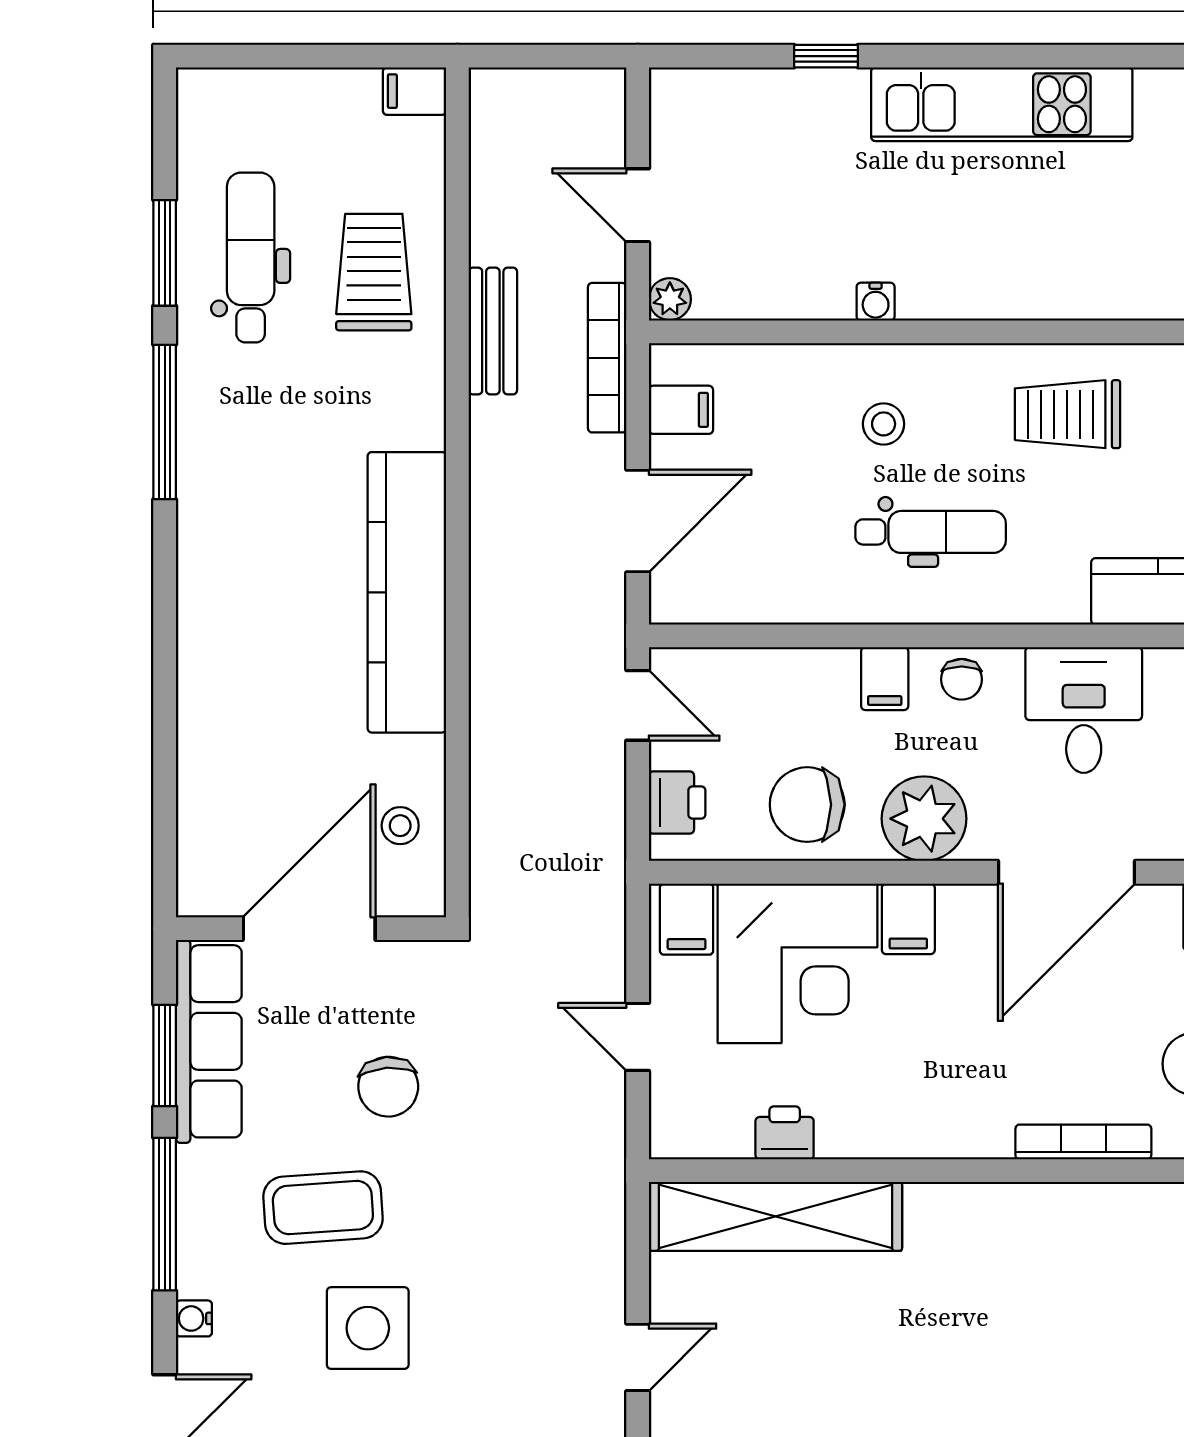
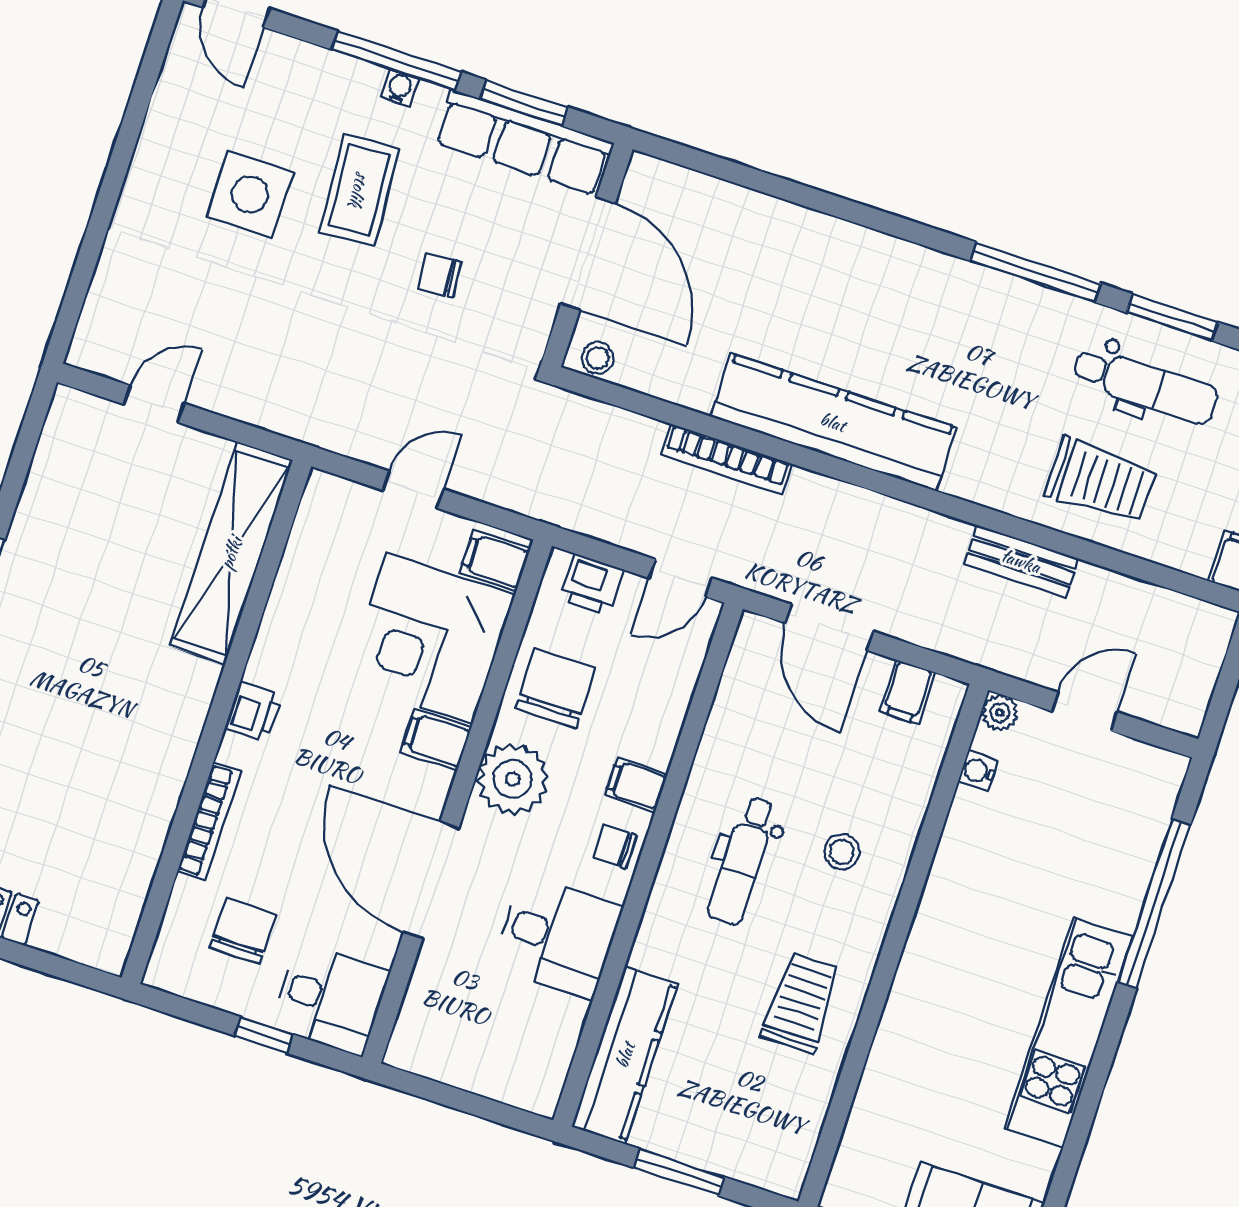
window: (826, 56) -> (1154, 904), width x3.17
water cooler: (876, 302) -> (978, 771), moved
bookcase: (607, 358) -> (726, 459), moved, turned 180
stool: (400, 826) -> (598, 358), moved
chair: (388, 1087) -> (439, 275), width x0.73, depth x0.73
printer: (785, 1133) -> (254, 712), moved
water cooler: (194, 1318) -> (400, 88), moved
door: (638, 1357) -> (154, 404), swing flipped

